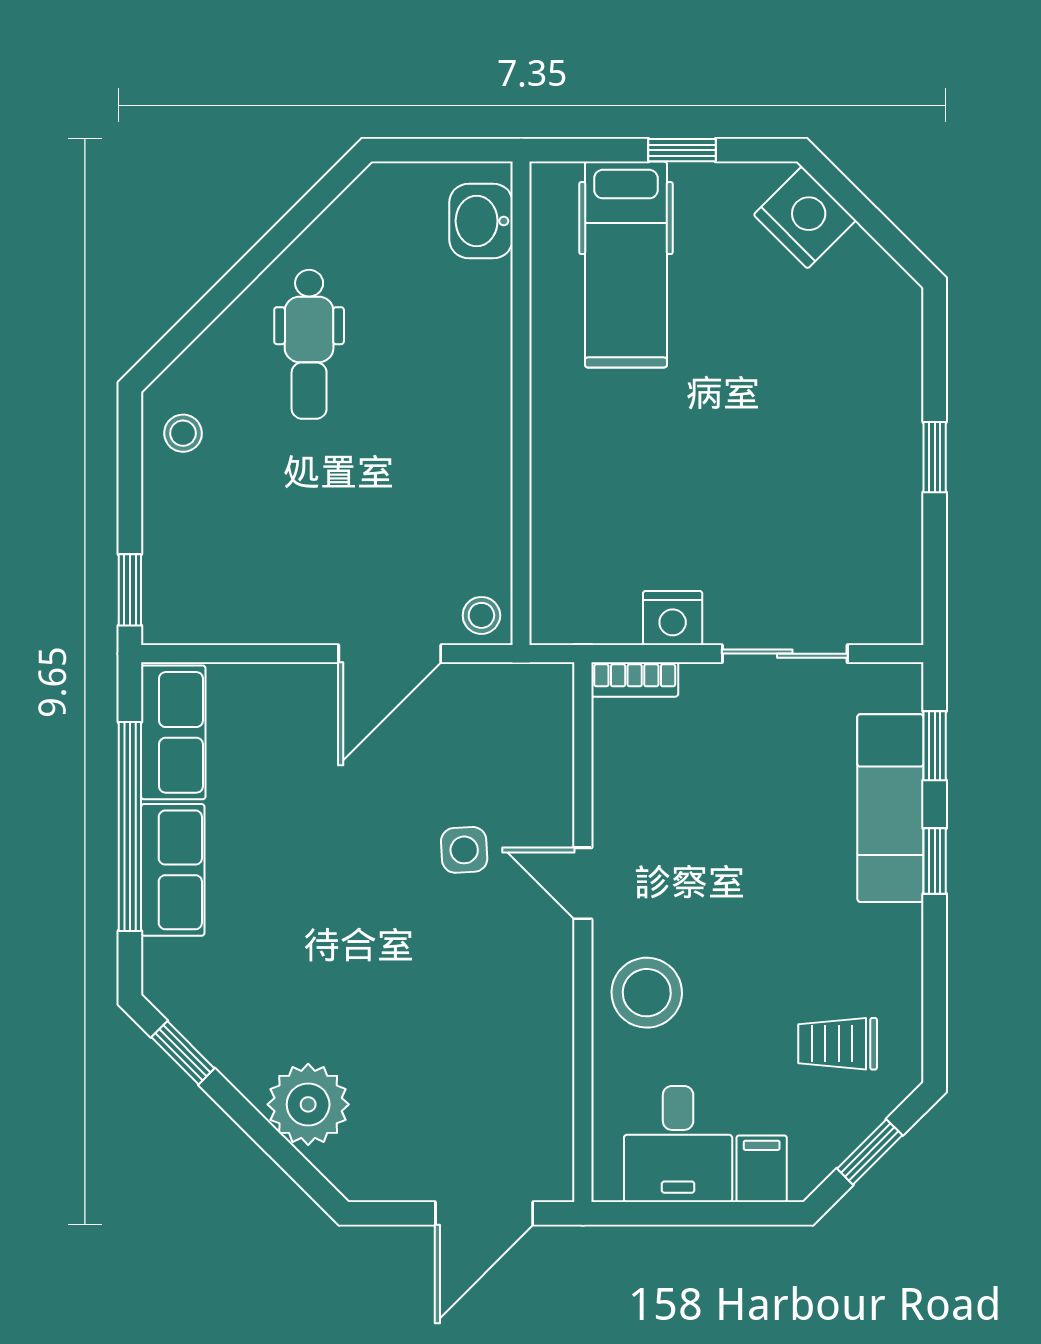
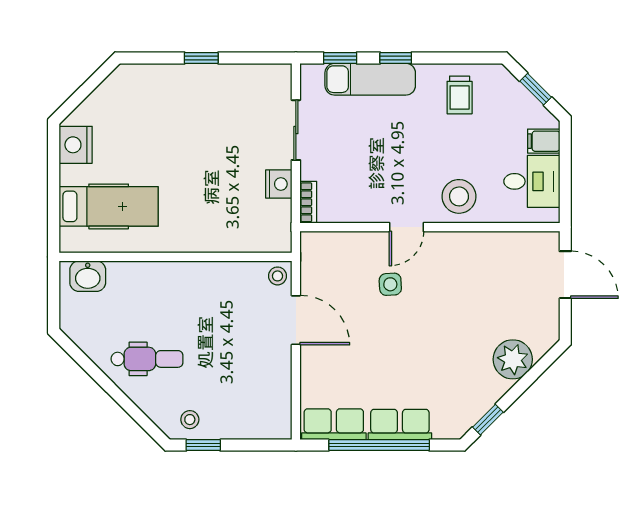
window: (682, 150) -> (54, 179), removed
nightstand: (805, 218) -> (76, 145), moved, turned -45
window: (130, 590) -> (203, 445), moved
trolley: (838, 1044) -> (460, 95), moved

